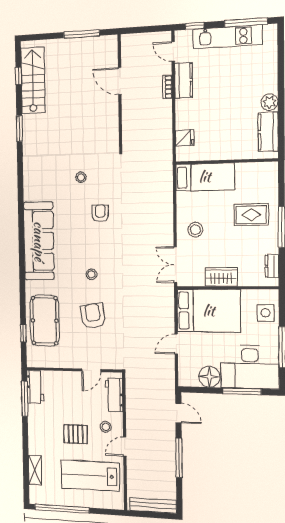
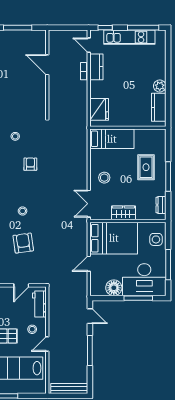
fridge: (185, 138) -> (99, 109), width x1.88, depth x1.34
rug: (251, 215) -> (146, 167), turned 90

